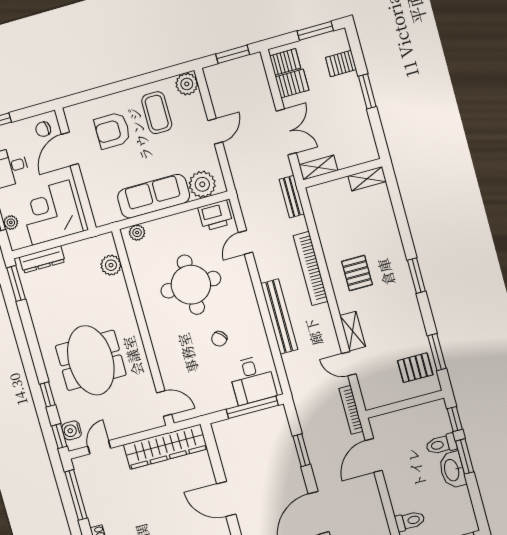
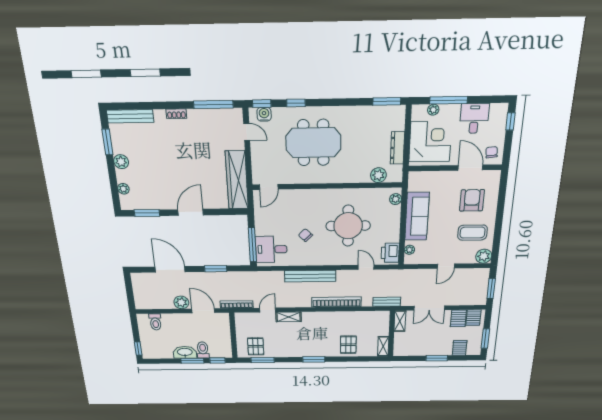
door: (215, 131) -> (446, 266), hinge flipped
plant: (202, 184) -> (409, 250), width x0.53, depth x0.53
dresser: (42, 259) -> (397, 148), moved
pallet: (357, 273) -> (348, 345), moved, turned 90
plant: (368, 489) -> (181, 302), added

